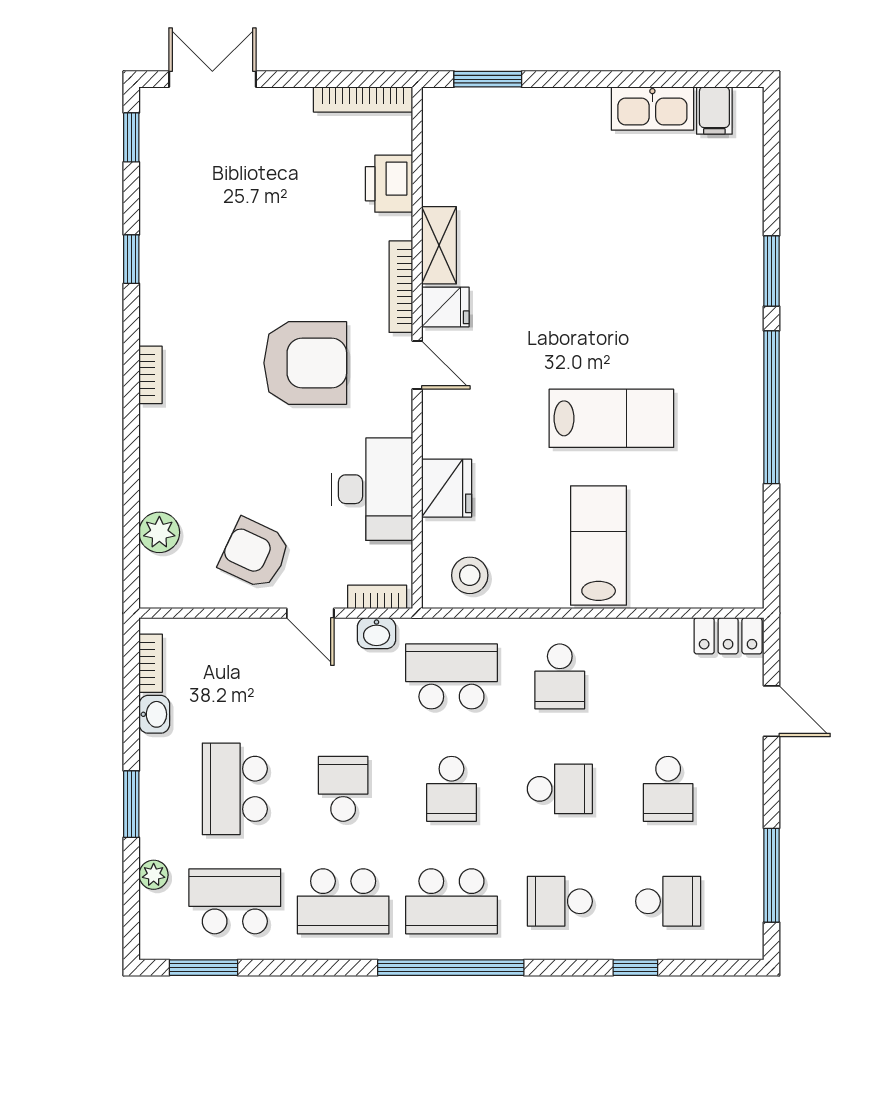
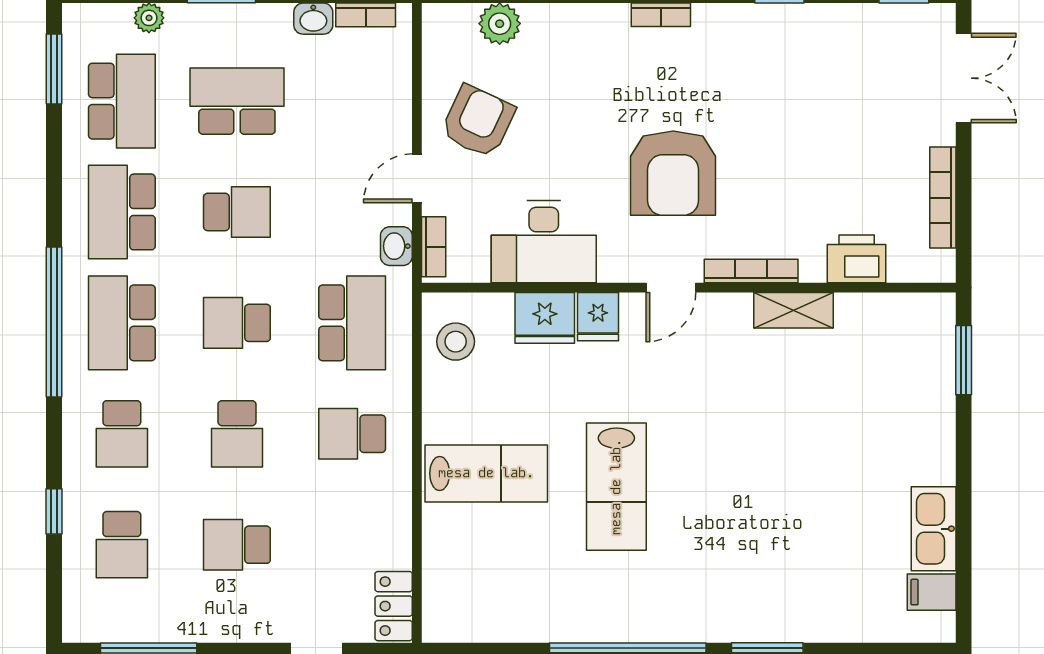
bookcase: (363, 99) -> (943, 198), moved
fridge: (445, 307) -> (598, 317), moved
school desk: (560, 901) -> (122, 434), turned 180

